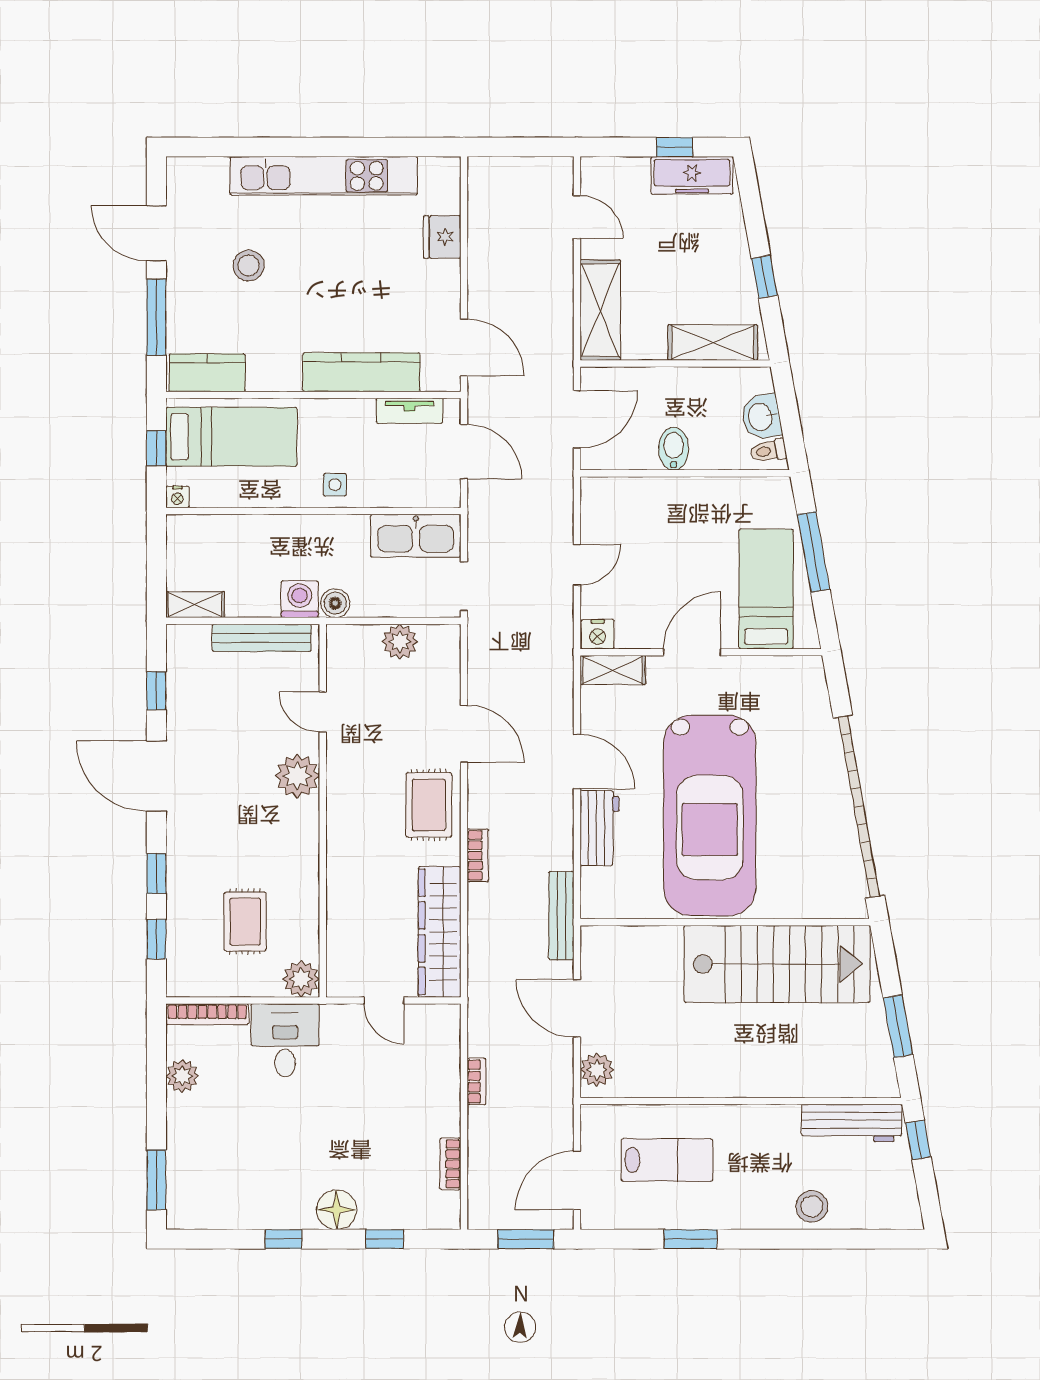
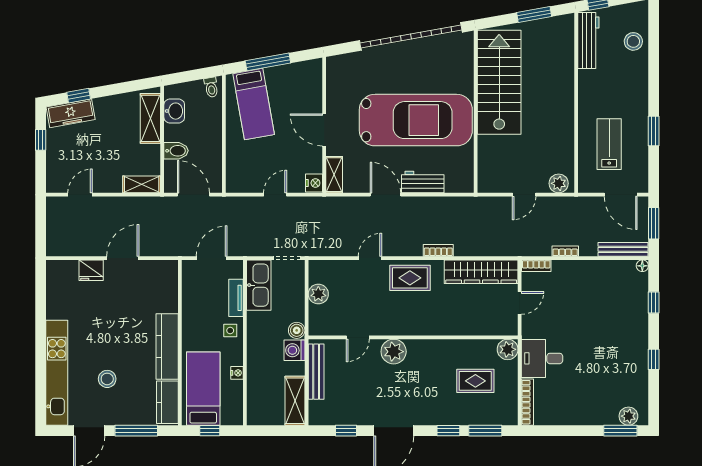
freezer: (692, 175) -> (71, 113), moved, turned 80
kitchen unit: (324, 176) -> (57, 373), moved
window: (764, 277) -> (79, 96), moved
shelving: (600, 310) -> (142, 184), width x0.67, depth x0.75
door: (464, 347) -> (123, 258), moved
kitchen counter: (361, 372) -> (167, 347), moved
tv unit: (410, 411) -> (236, 298), moved, turned 180
washbasin: (761, 417) -> (174, 111), moved, turned -80
bidet: (674, 449) -> (176, 151), moved, turned 180
nightstand: (177, 497) -> (237, 373), moved
door: (577, 565) -> (275, 195), hinge flipped
bed: (766, 589) -> (254, 104), moved, turned -100
shelving: (195, 605) -> (295, 401), width x1.50, depth x1.33
door: (464, 734) -> (370, 258), width x0.73
door: (577, 761) -> (385, 195), hinge flipped
bench: (561, 916) -> (623, 249), moved
window: (156, 939) -> (485, 431), width x1.50
door: (577, 1008) -> (524, 195), width x0.73
plant: (182, 1076) -> (628, 416), moved
bookcase: (450, 1164) -> (536, 266), moved
stool: (812, 1206) -> (633, 41), moved
floor lamp: (337, 1210) -> (642, 266), moved, width x0.53, depth x0.53

